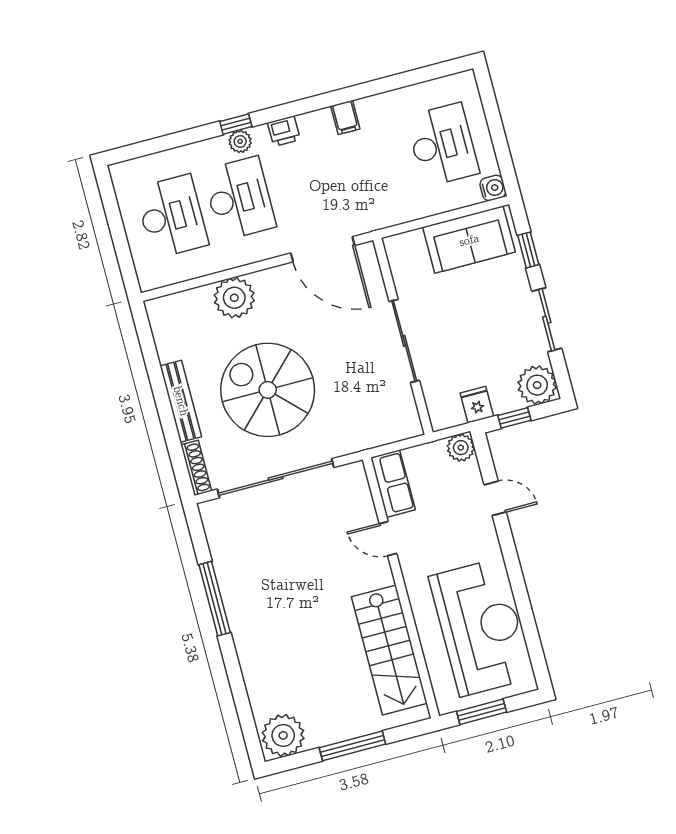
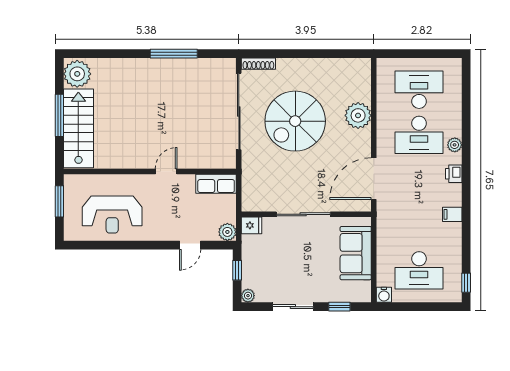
window: (236, 124) -> (466, 283), moved
desk: (172, 216) -> (419, 90), turned 180
sofa: (469, 240) -> (356, 253), moved
plant: (537, 385) -> (248, 296), width x0.53, depth x0.53
spiral stairs: (268, 390) -> (295, 121), turned 180
bench: (181, 401) -> (302, 65), removed
fridge: (477, 405) -> (251, 225), moved
door: (388, 539) -> (166, 172), moved
reception desk: (480, 627) -> (112, 215), width x0.74, depth x0.77
stairs: (389, 650) -> (78, 128), moved, turned 90

